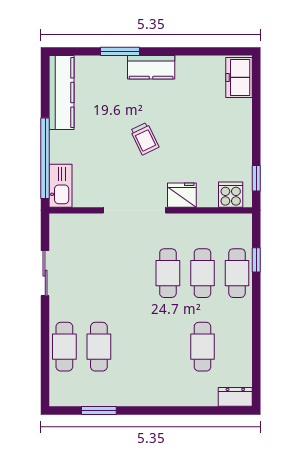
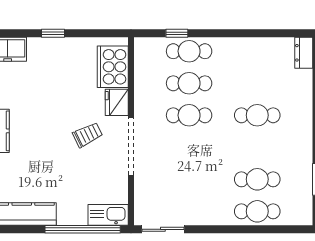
trolley: (145, 139) -> (88, 135), moved
window: (256, 178) -> (53, 33), moved
cooker: (231, 195) -> (113, 67), width x1.87, depth x1.31
sliding door: (45, 273) -> (163, 229), moved
cafe table: (202, 347) -> (257, 115), moved

